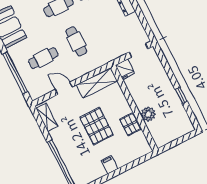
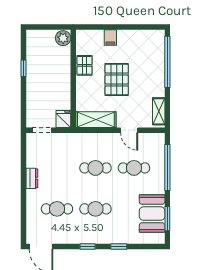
cafe table: (76, 41) -> (95, 168), turned 90
plant: (148, 114) -> (63, 38), moved
filing cabinet: (110, 165) -> (110, 38), moved

